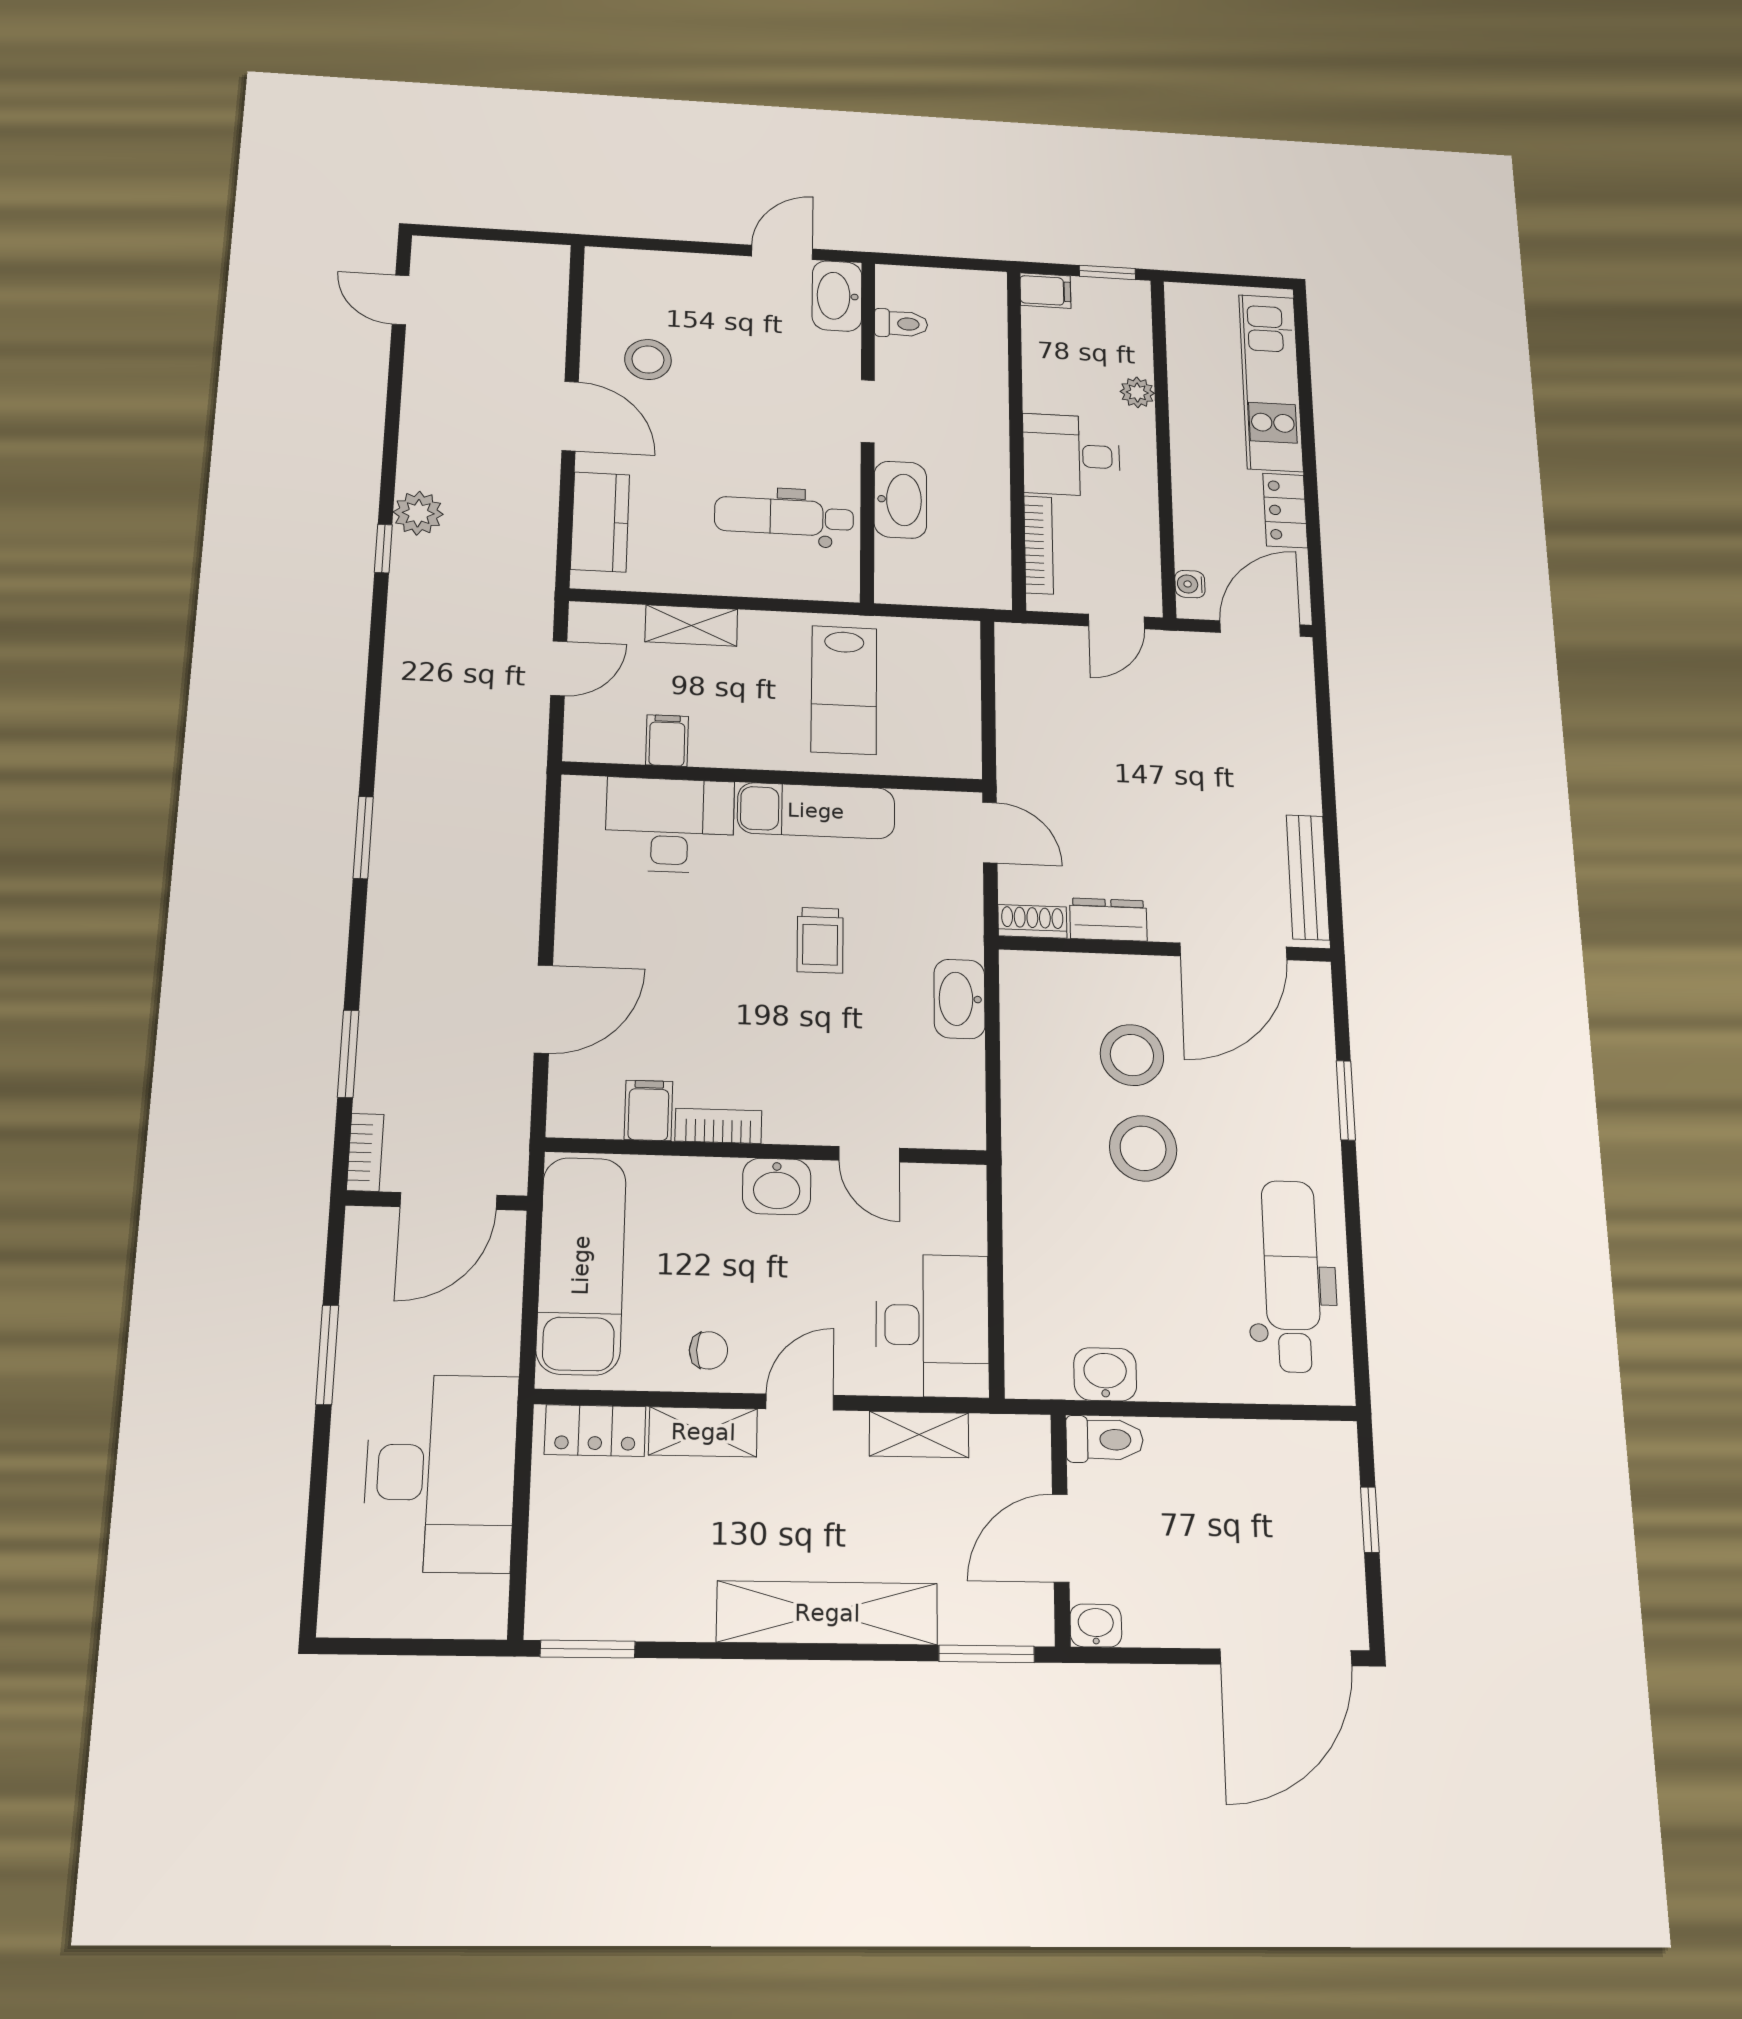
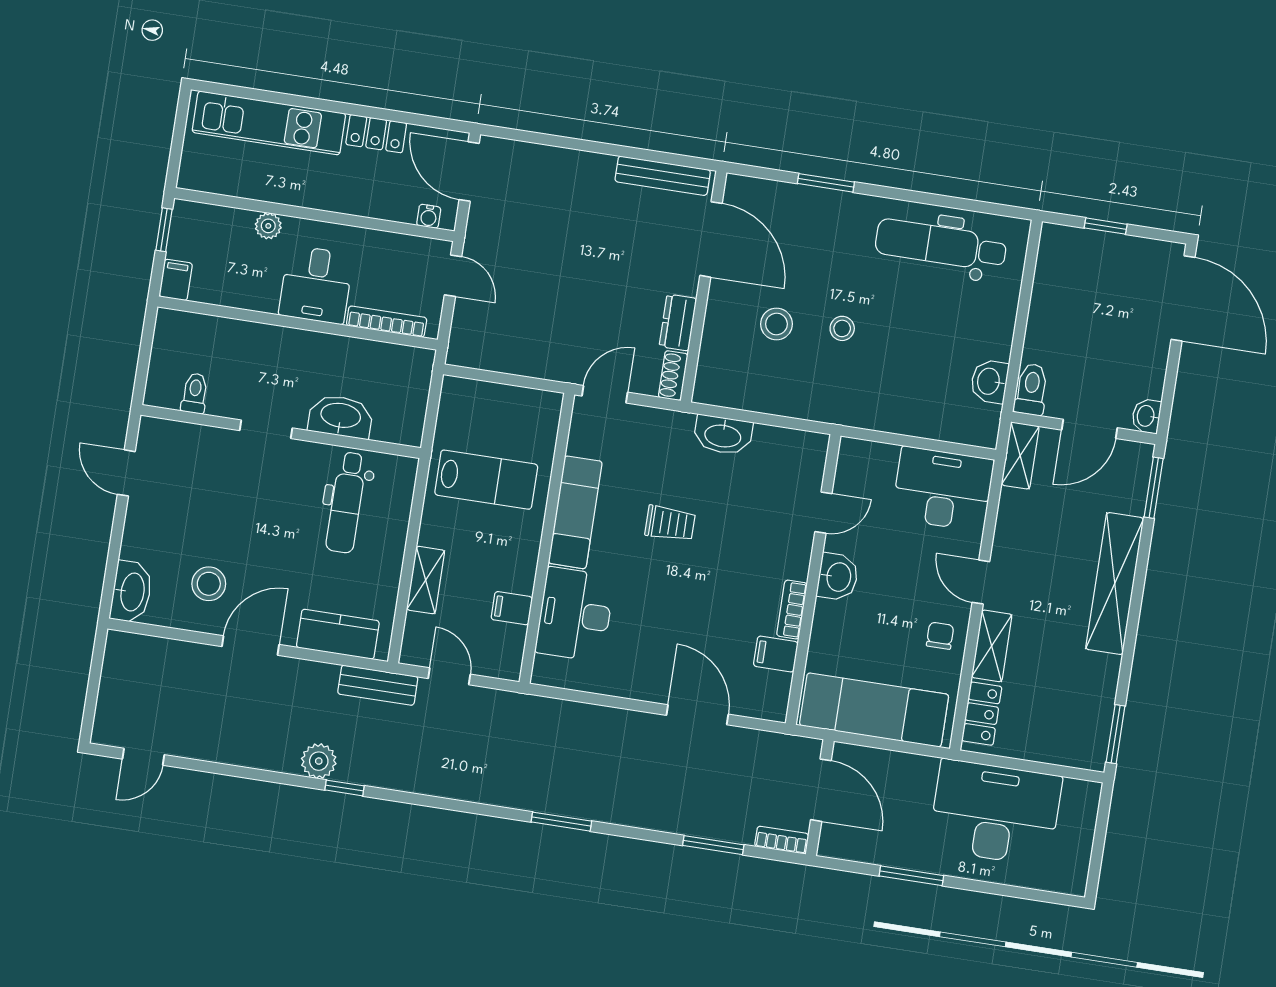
washbasin: (837, 296) -> (131, 592), moved, turned -90
bench: (535, 578) -> (378, 685), added
stool: (1132, 1055) -> (776, 324), width x0.73, depth x0.73
stool: (1143, 1148) -> (842, 328), width x0.53, depth x0.53
shelving: (919, 1435) -> (1020, 456), moved
door: (1061, 1538) -> (1089, 429), hinge flipped

